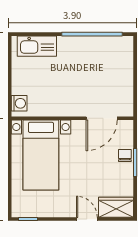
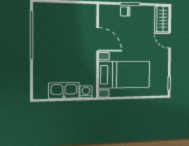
kitchen sink: (37, 46) -> (64, 90), moved, turned -90
door: (102, 118) -> (98, 39), moved
door: (87, 219) -> (170, 41), hinge flipped

